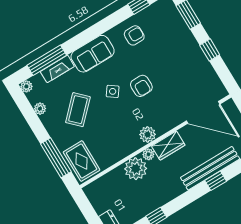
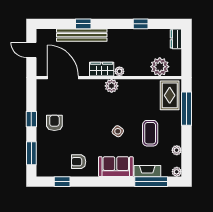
armchair: (141, 86) -> (54, 123), moved
coffee table: (78, 110) -> (150, 133), turned -45
plant: (136, 169) -> (160, 67), moved

